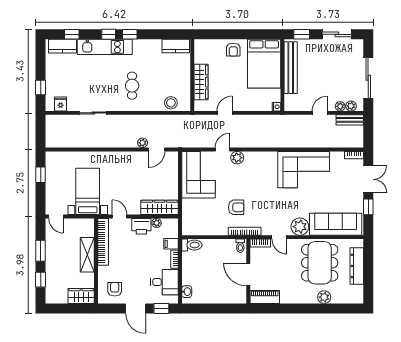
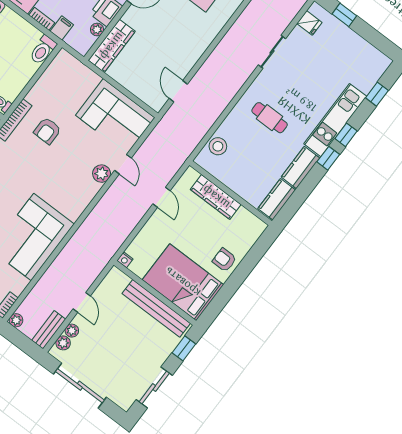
kitchen counter: (63, 46) -> (300, 168), moved
plant: (143, 143) -> (16, 320), moved

